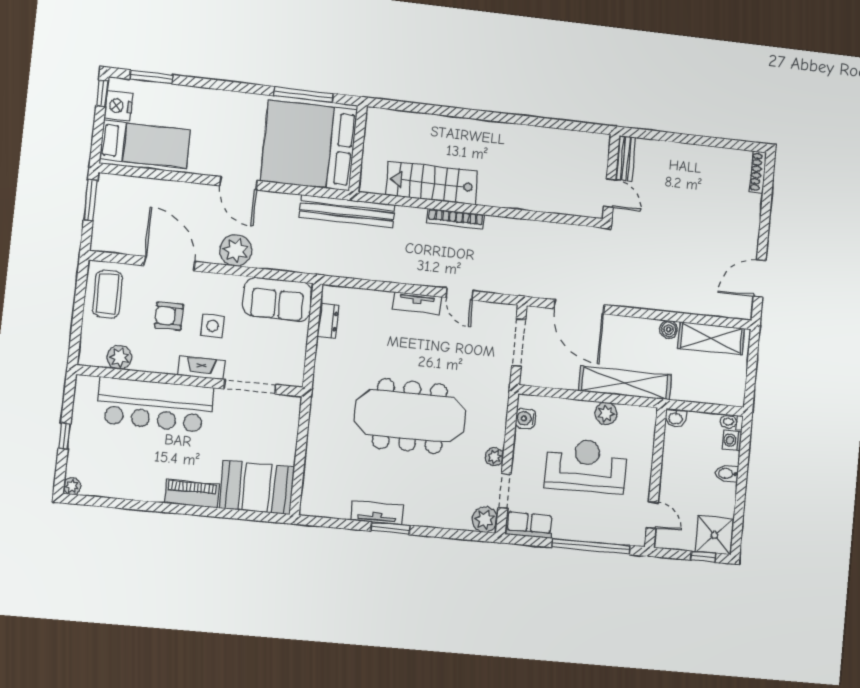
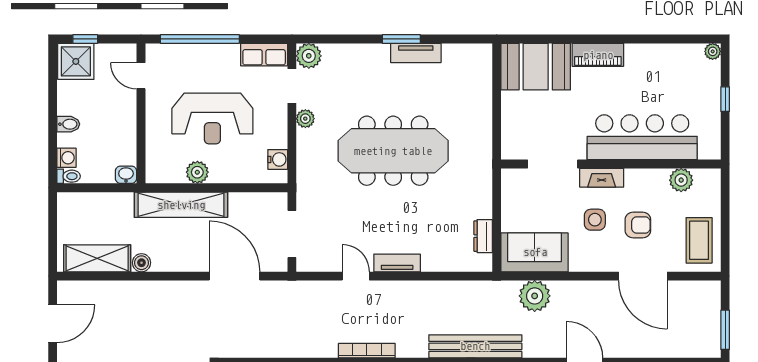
plant: (236, 250) -> (535, 296), moved

